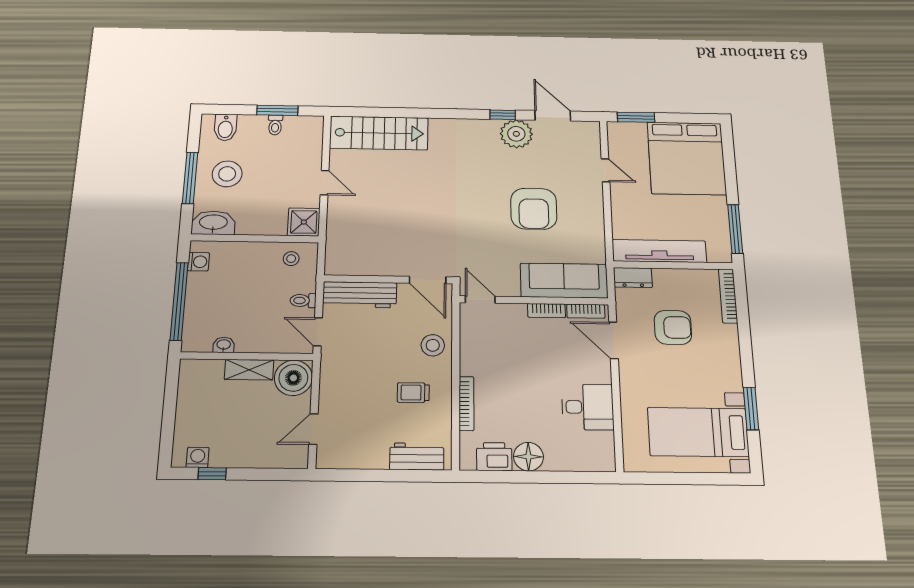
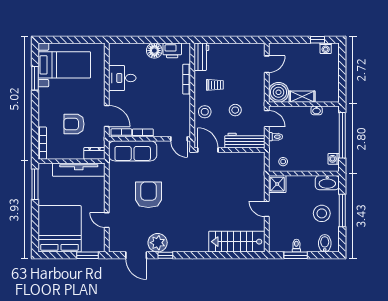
stool: (376, 348) -> (235, 110), added
workbench: (417, 456) -> (201, 57), moved, turned -90

